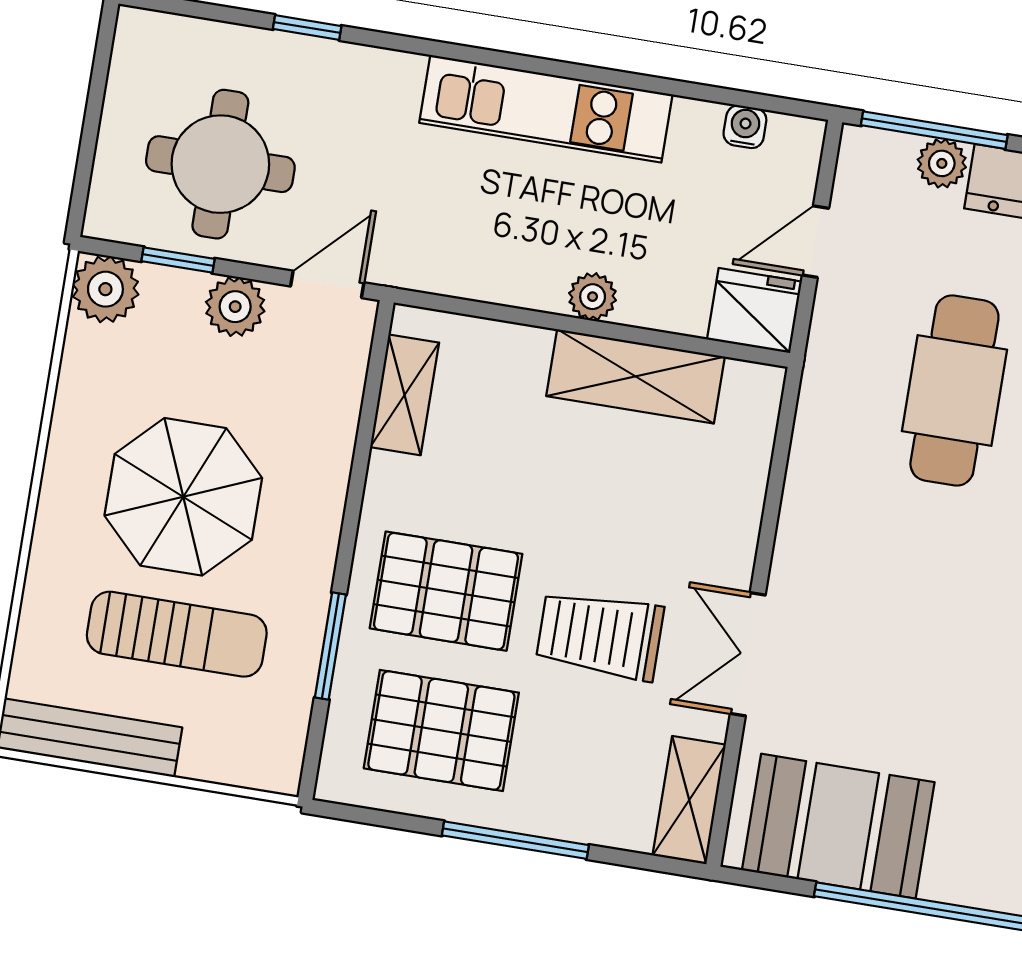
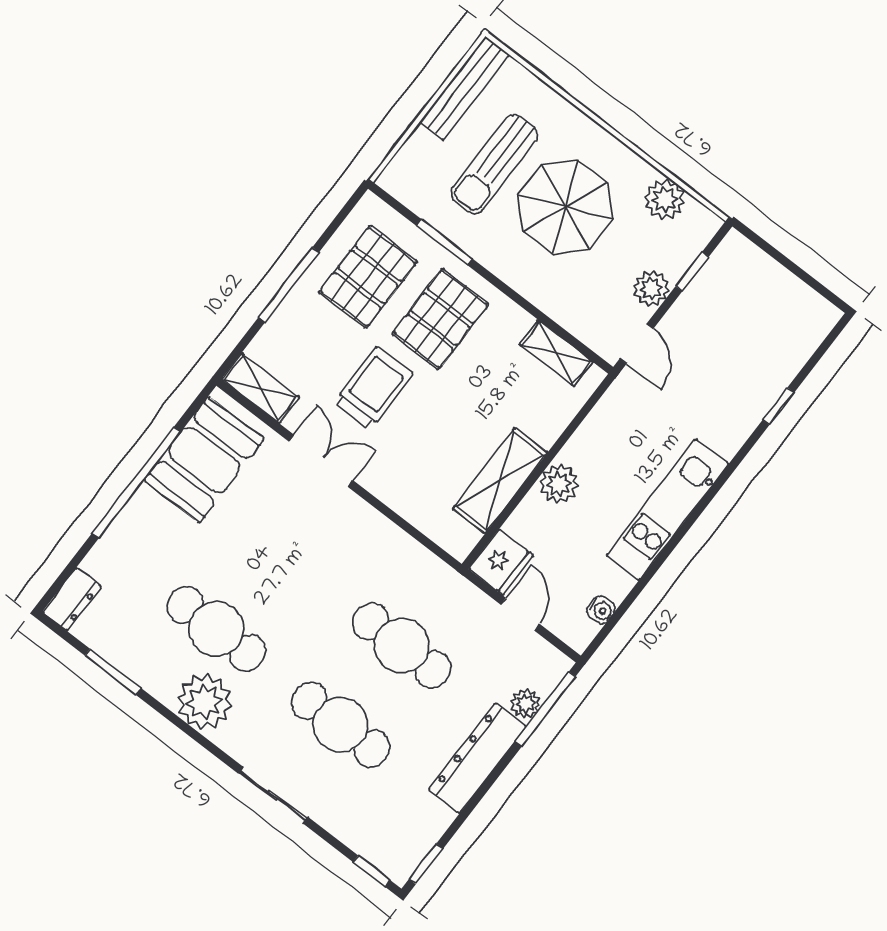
round table: (220, 164) -> (731, 321), removed
plant: (105, 289) -> (665, 199), moved
plant: (593, 297) -> (559, 484), width x1.38, depth x1.38

